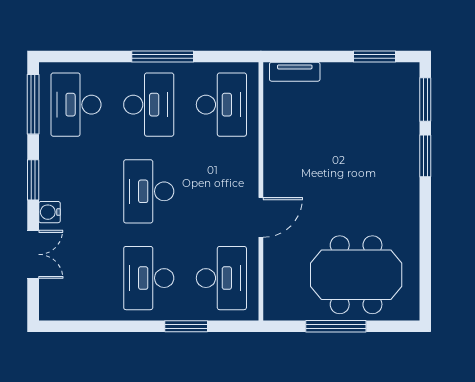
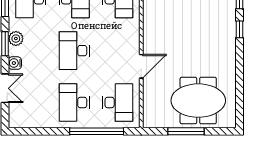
window: (425, 156) -> (240, 29), width x0.67
plant: (51, 171) -> (16, 39), added
window: (186, 326) -> (97, 131), width x2.11

